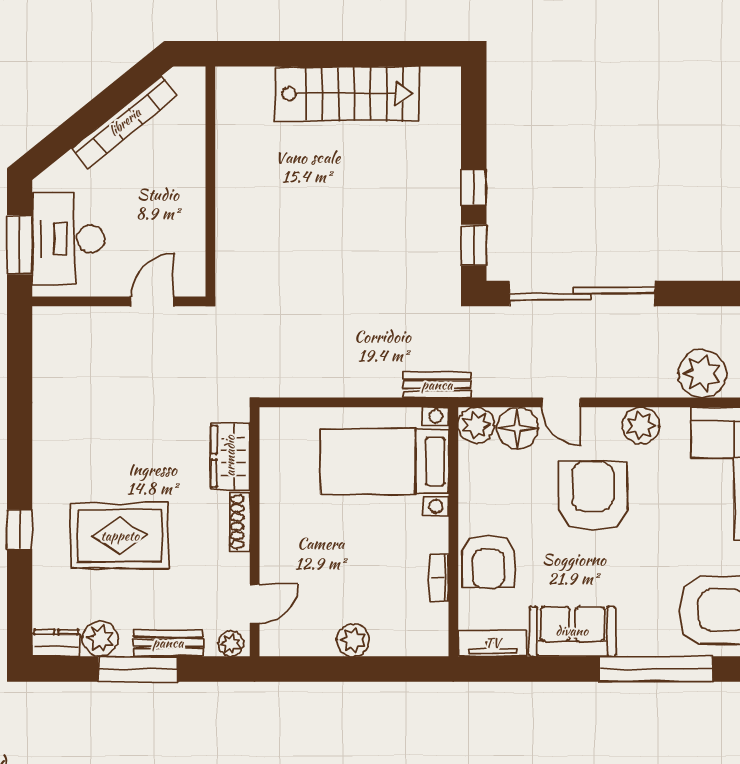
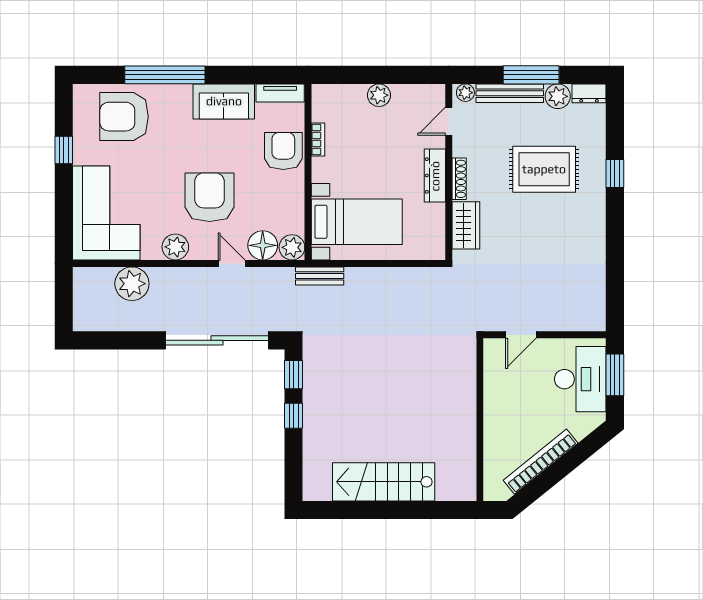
armchair: (593, 496) -> (210, 197), turned 180
dresser: (274, 527) -> (435, 176), added
bench: (168, 643) -> (510, 93), width x1.36

